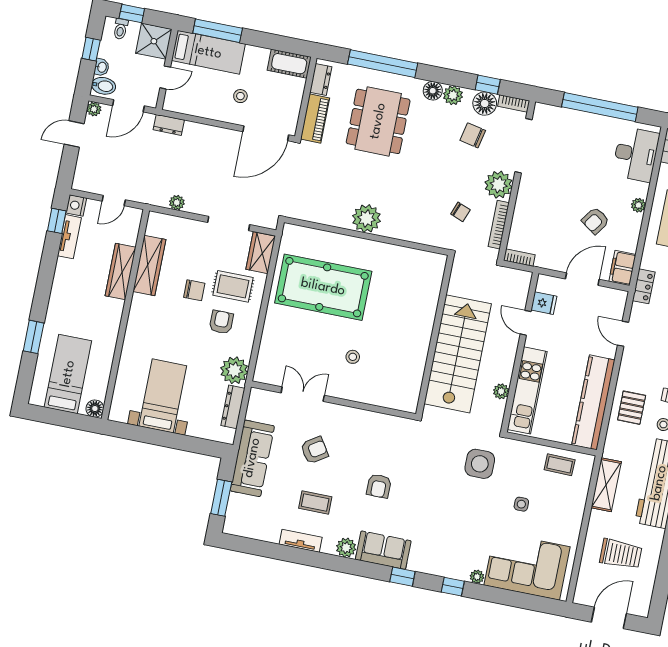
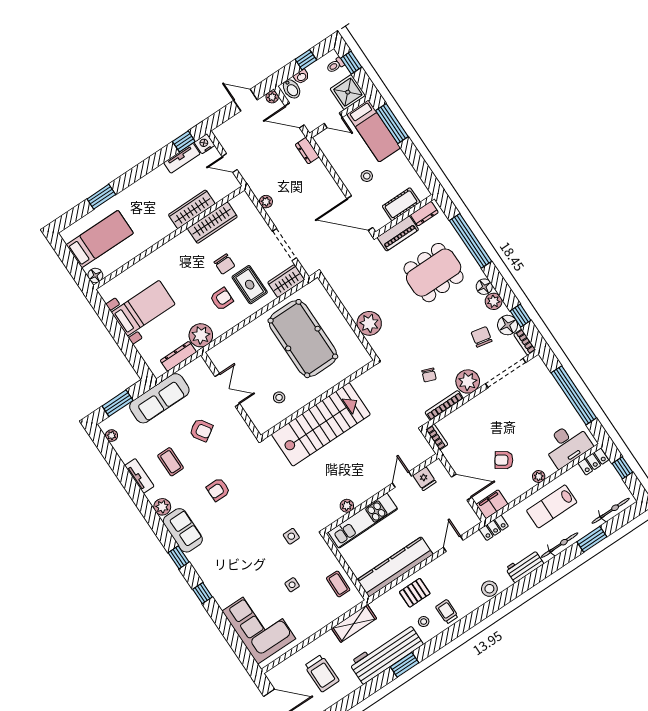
cot: (289, 64) -> (401, 204), moved, turned 90
wall: (435, 335) -> (318, 400), moved
stairs: (458, 354) -> (321, 424), moved
side table: (480, 464) -> (291, 536), width x0.54, depth x0.54
plant: (477, 577) -> (112, 435), moved

